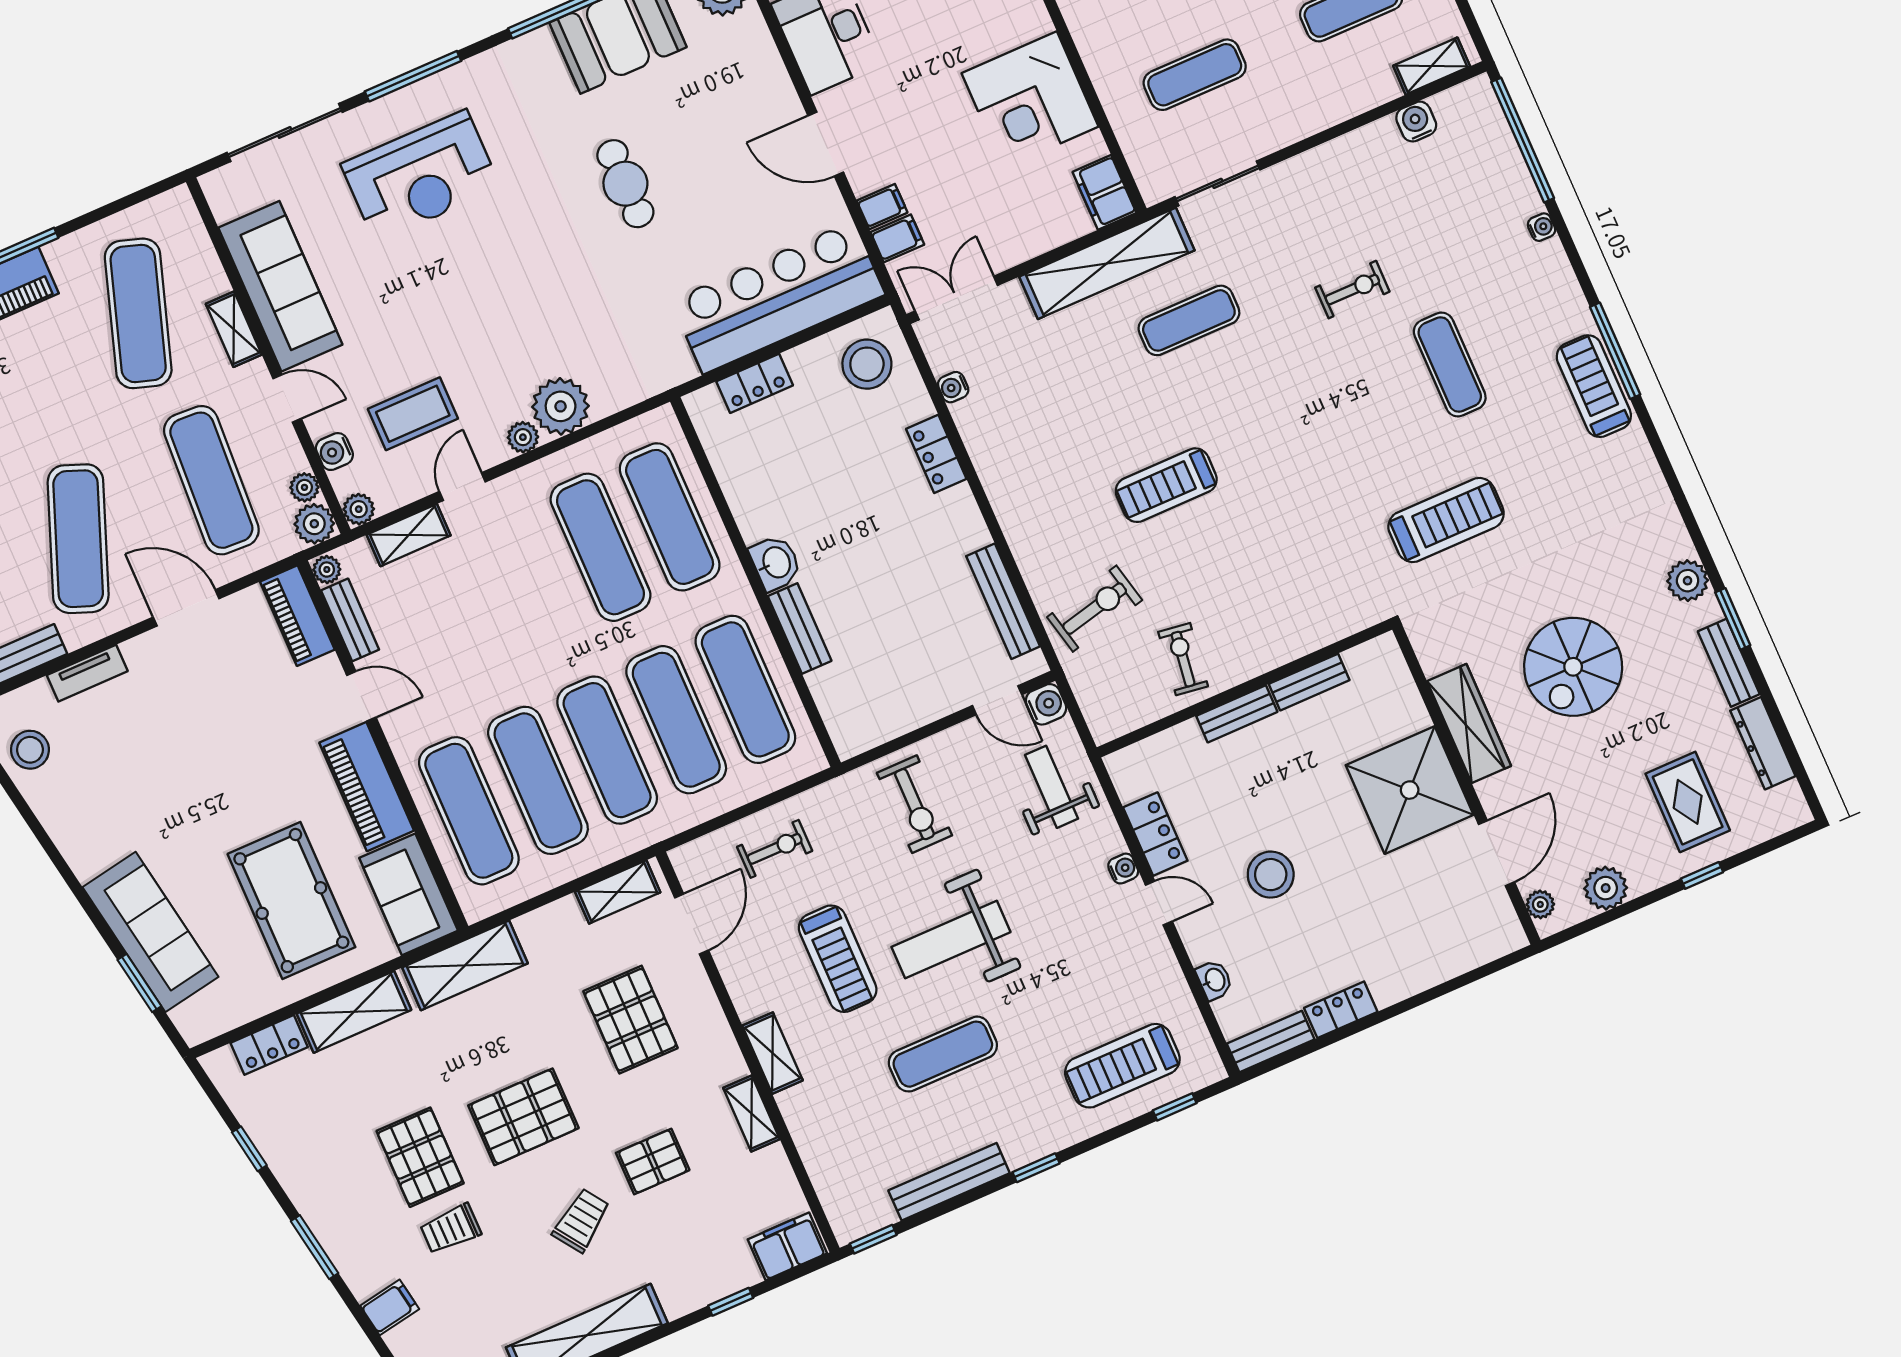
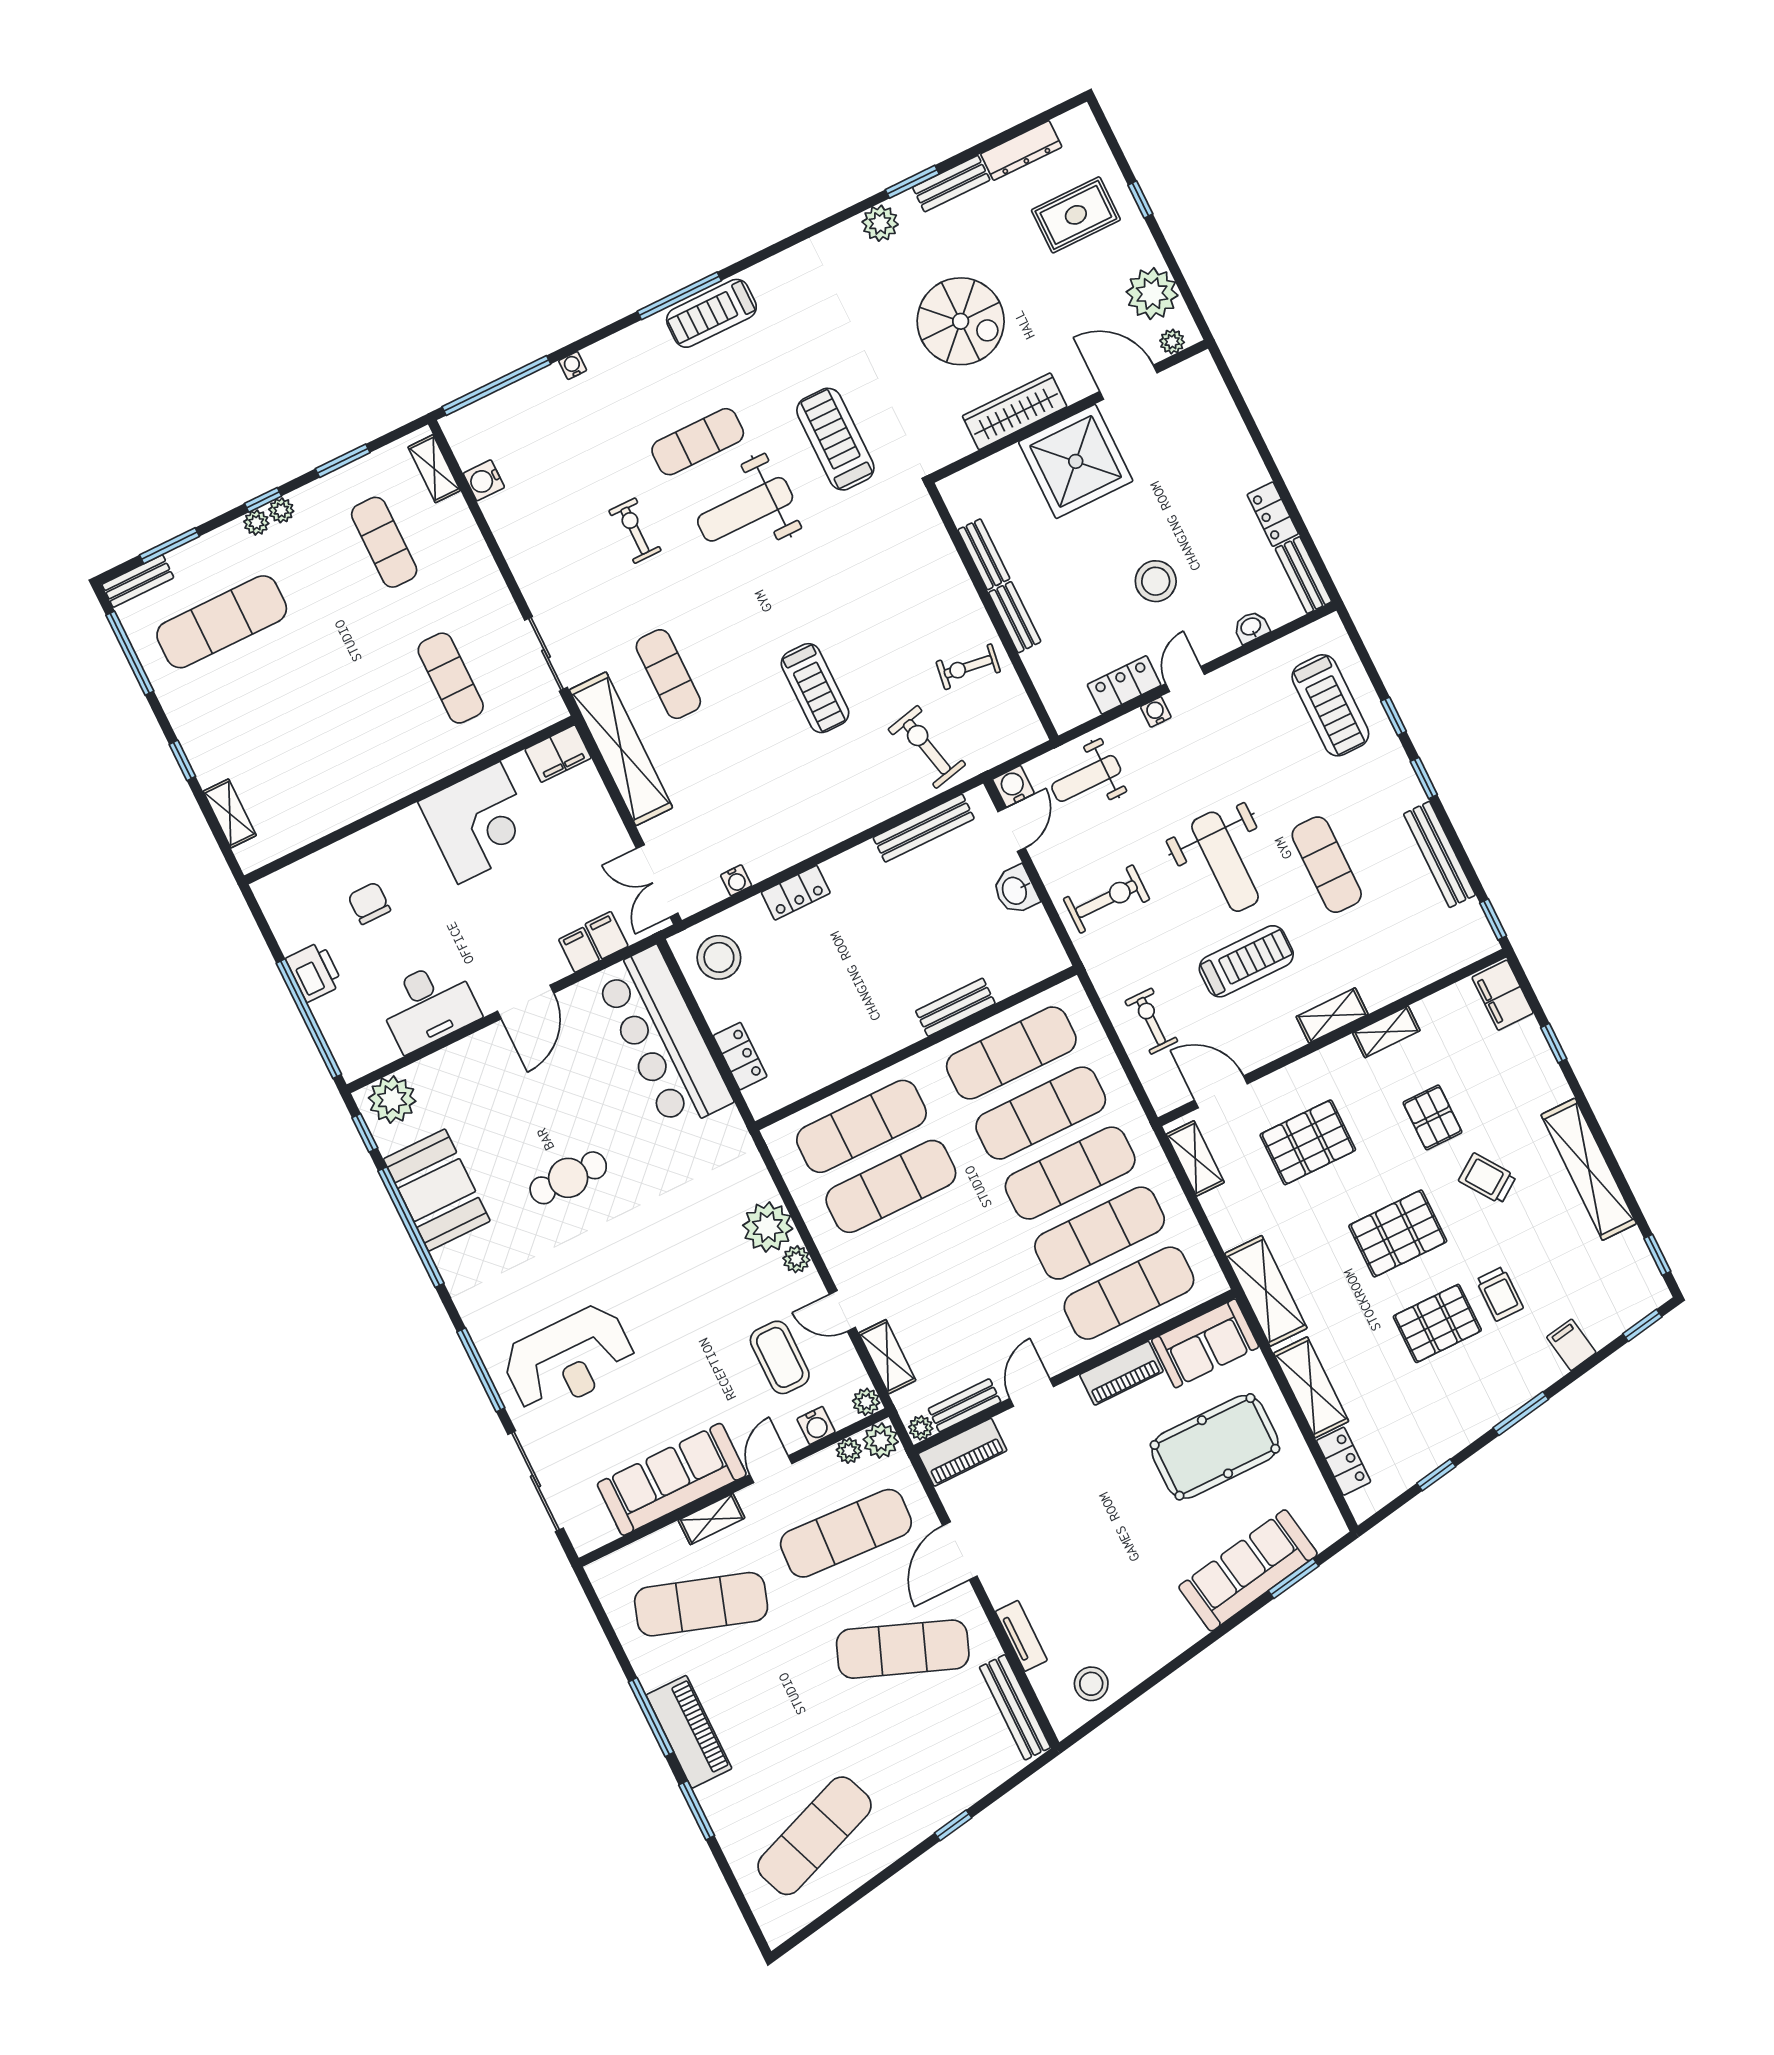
reception desk: (421, 176) -> (569, 1359), turned 90
weight bench: (1371, 415) -> (745, 509), added
washbasin: (776, 563) -> (1015, 890), moved, turned -90
piano: (367, 787) -> (1121, 1373), width x0.73, depth x0.75
plant: (1606, 888) -> (1152, 294), width x1.36, depth x1.36
window: (1175, 1107) -> (1394, 716), moved
pallet: (523, 1117) -> (1398, 1234), turned 90

